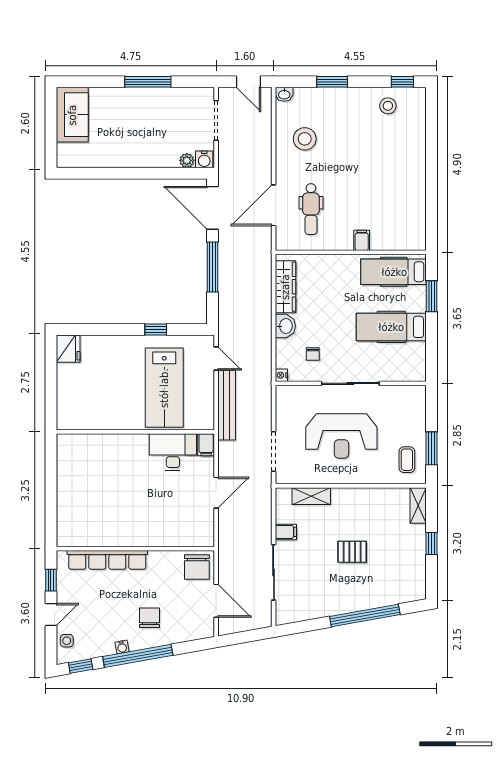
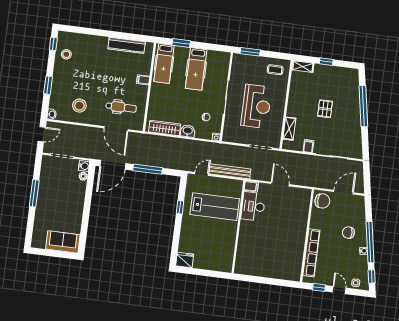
sofa: (72, 115) -> (63, 242), moved
kitchen counter: (416, 205) -> (127, 45), added
window: (432, 448) -> (250, 52), moved

